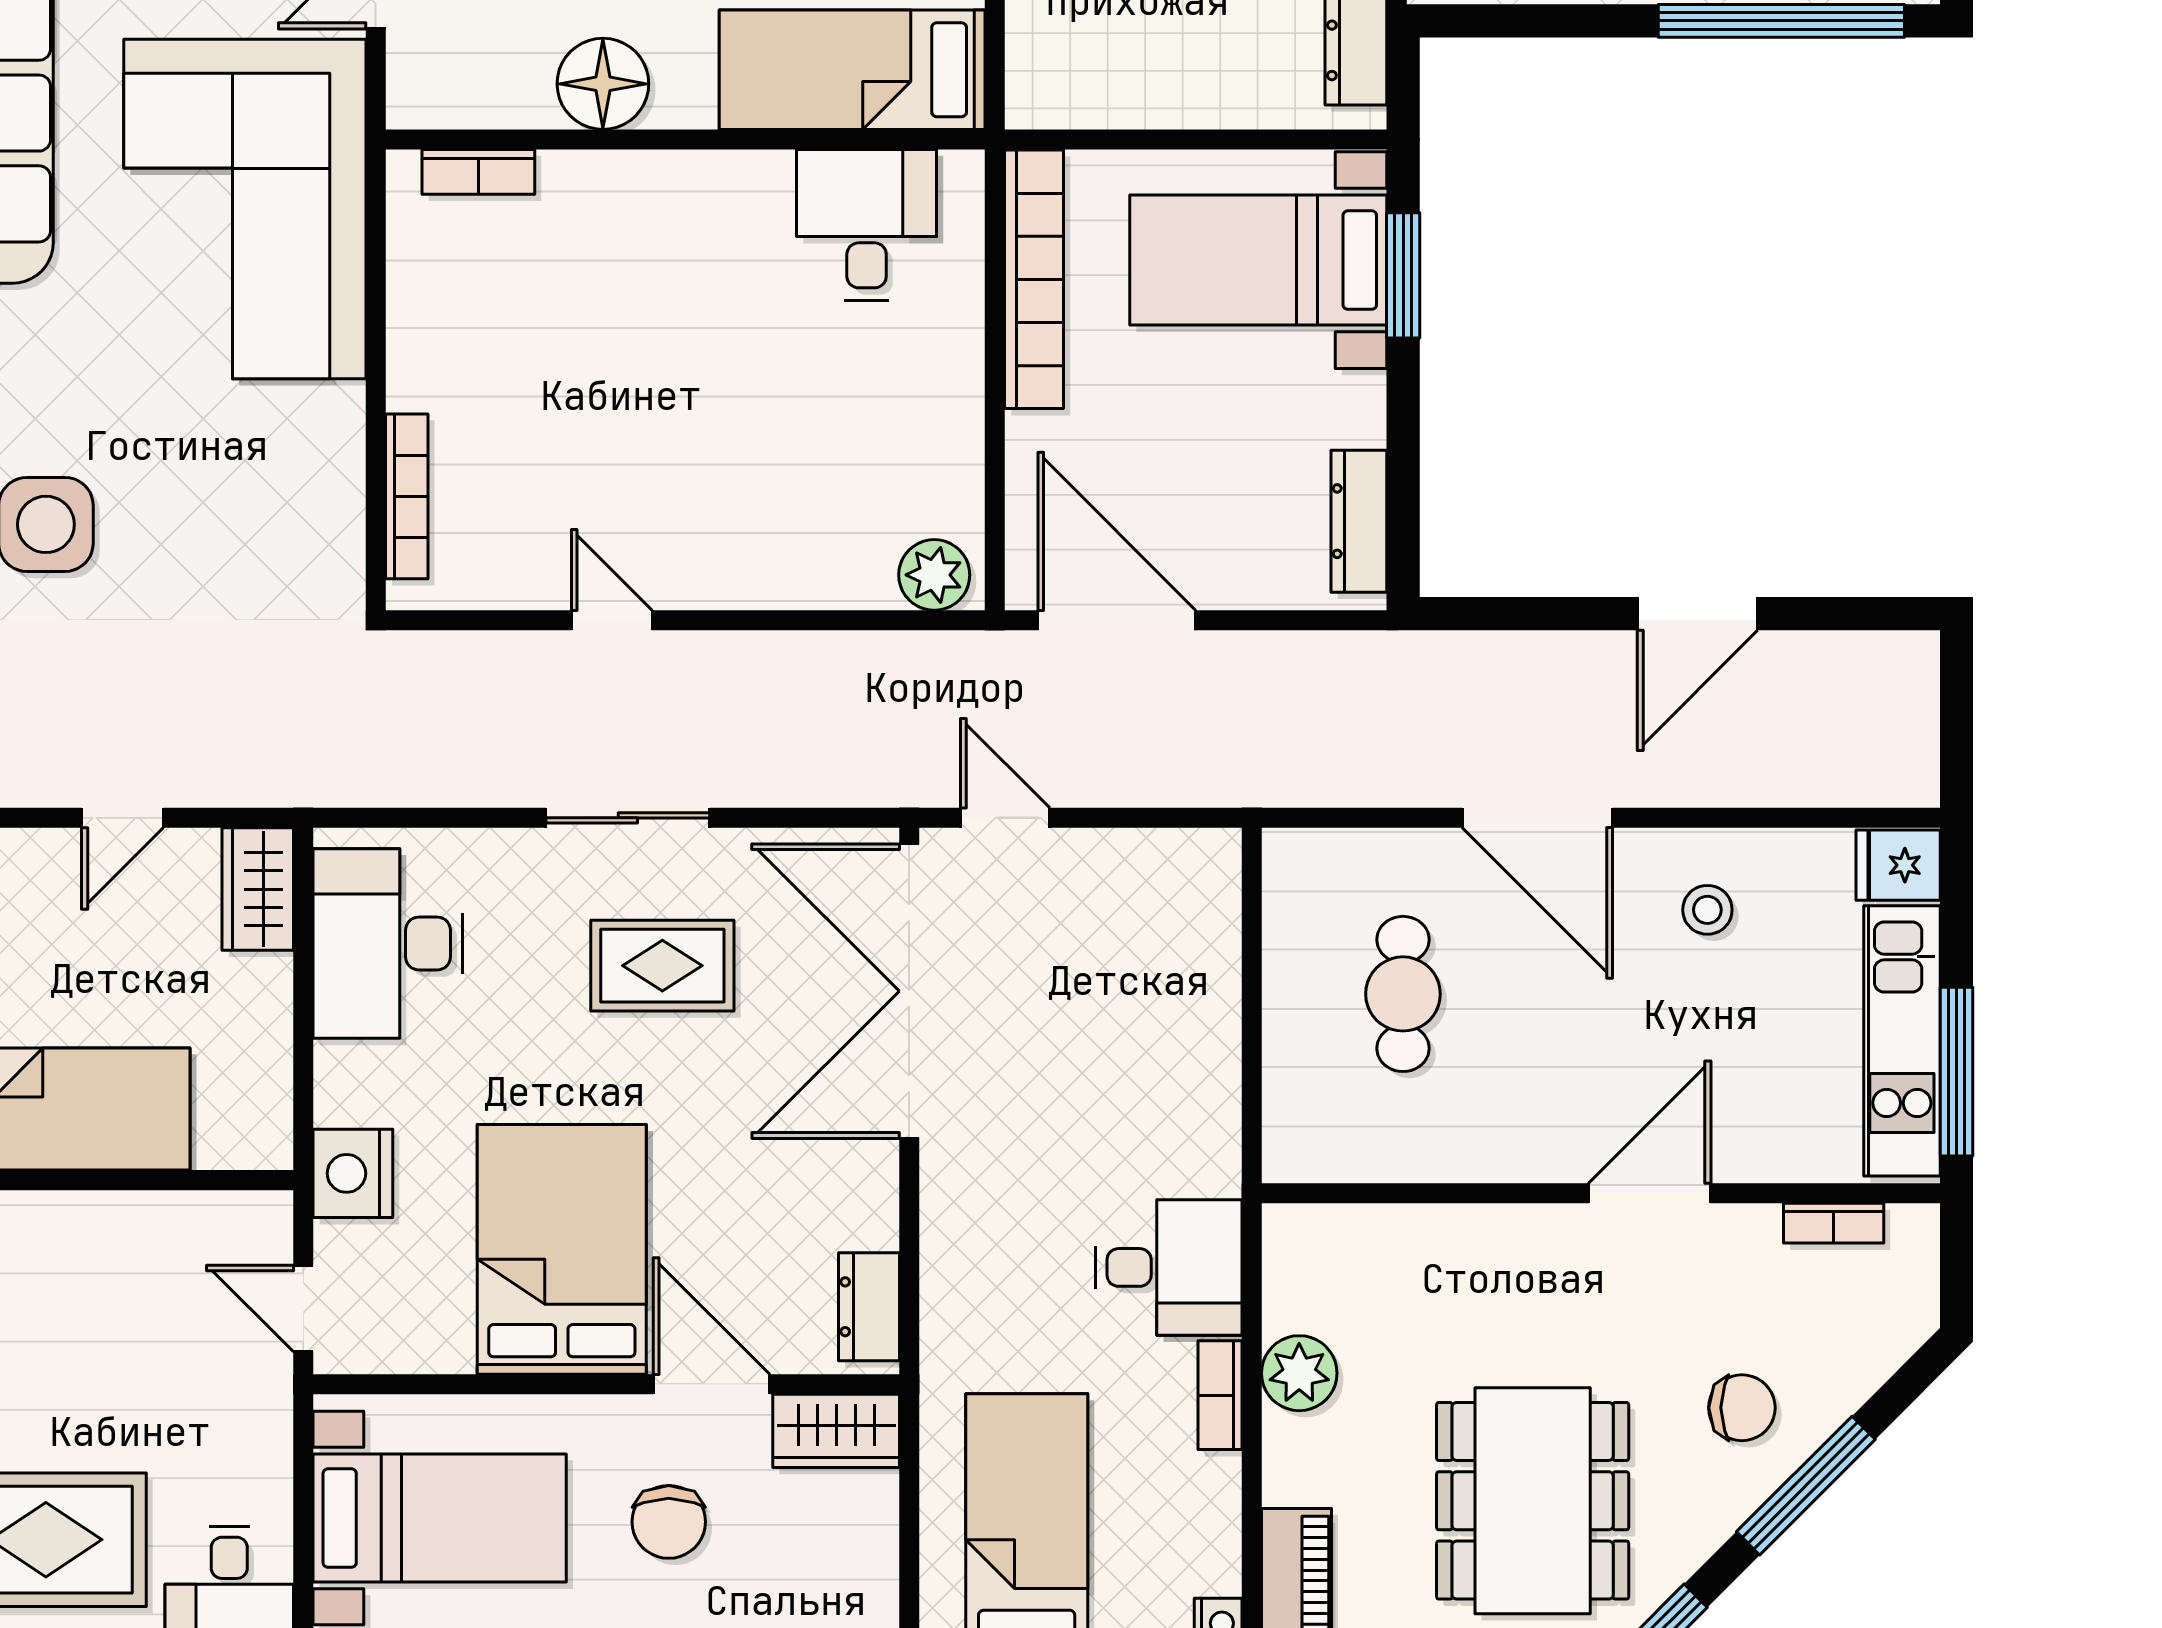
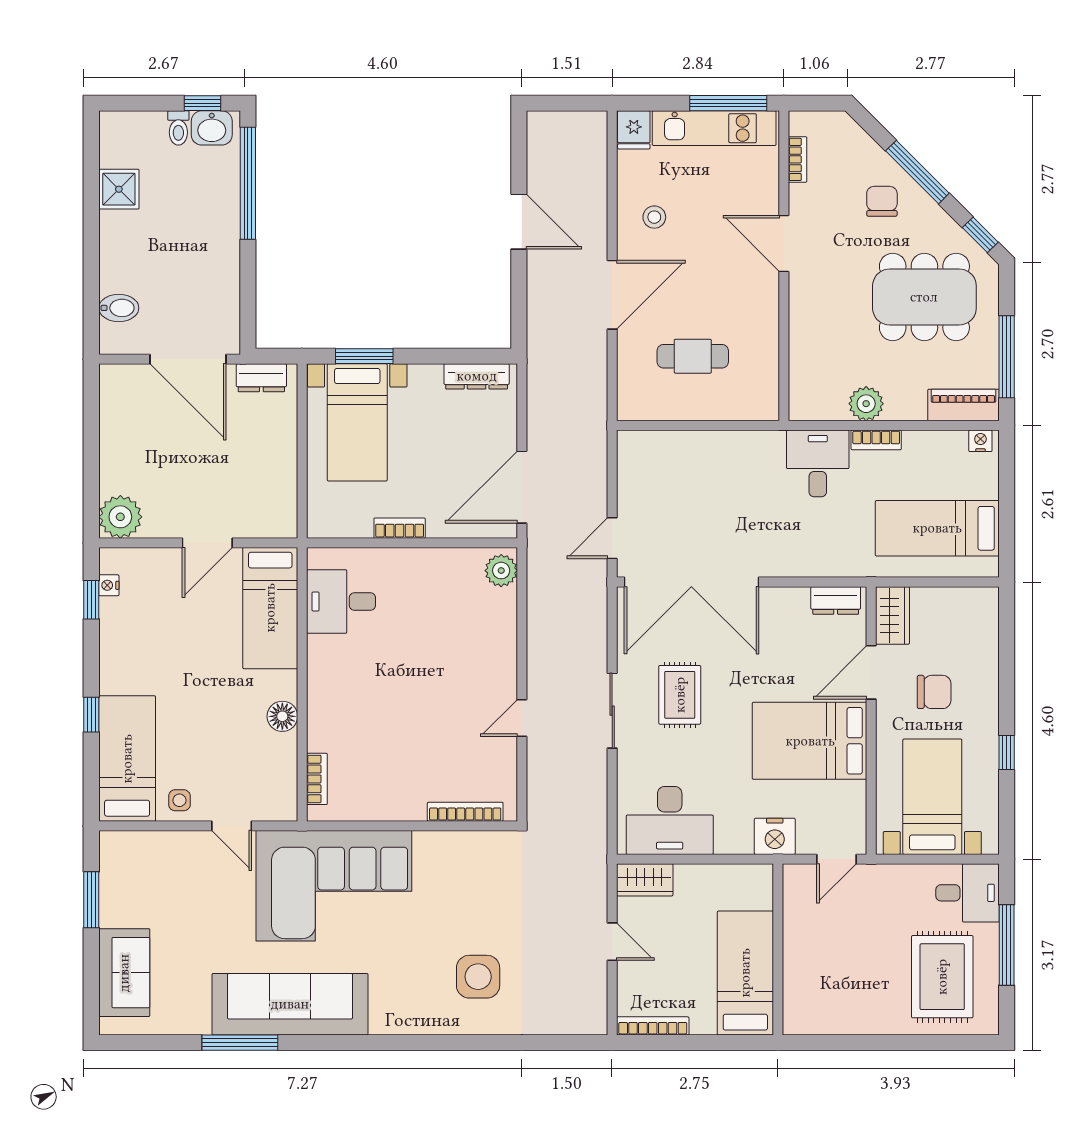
floor lamp: (603, 84) -> (282, 716), width x0.73, depth x0.73
bookcase: (1034, 279) -> (400, 528), width x0.43, depth x0.76

